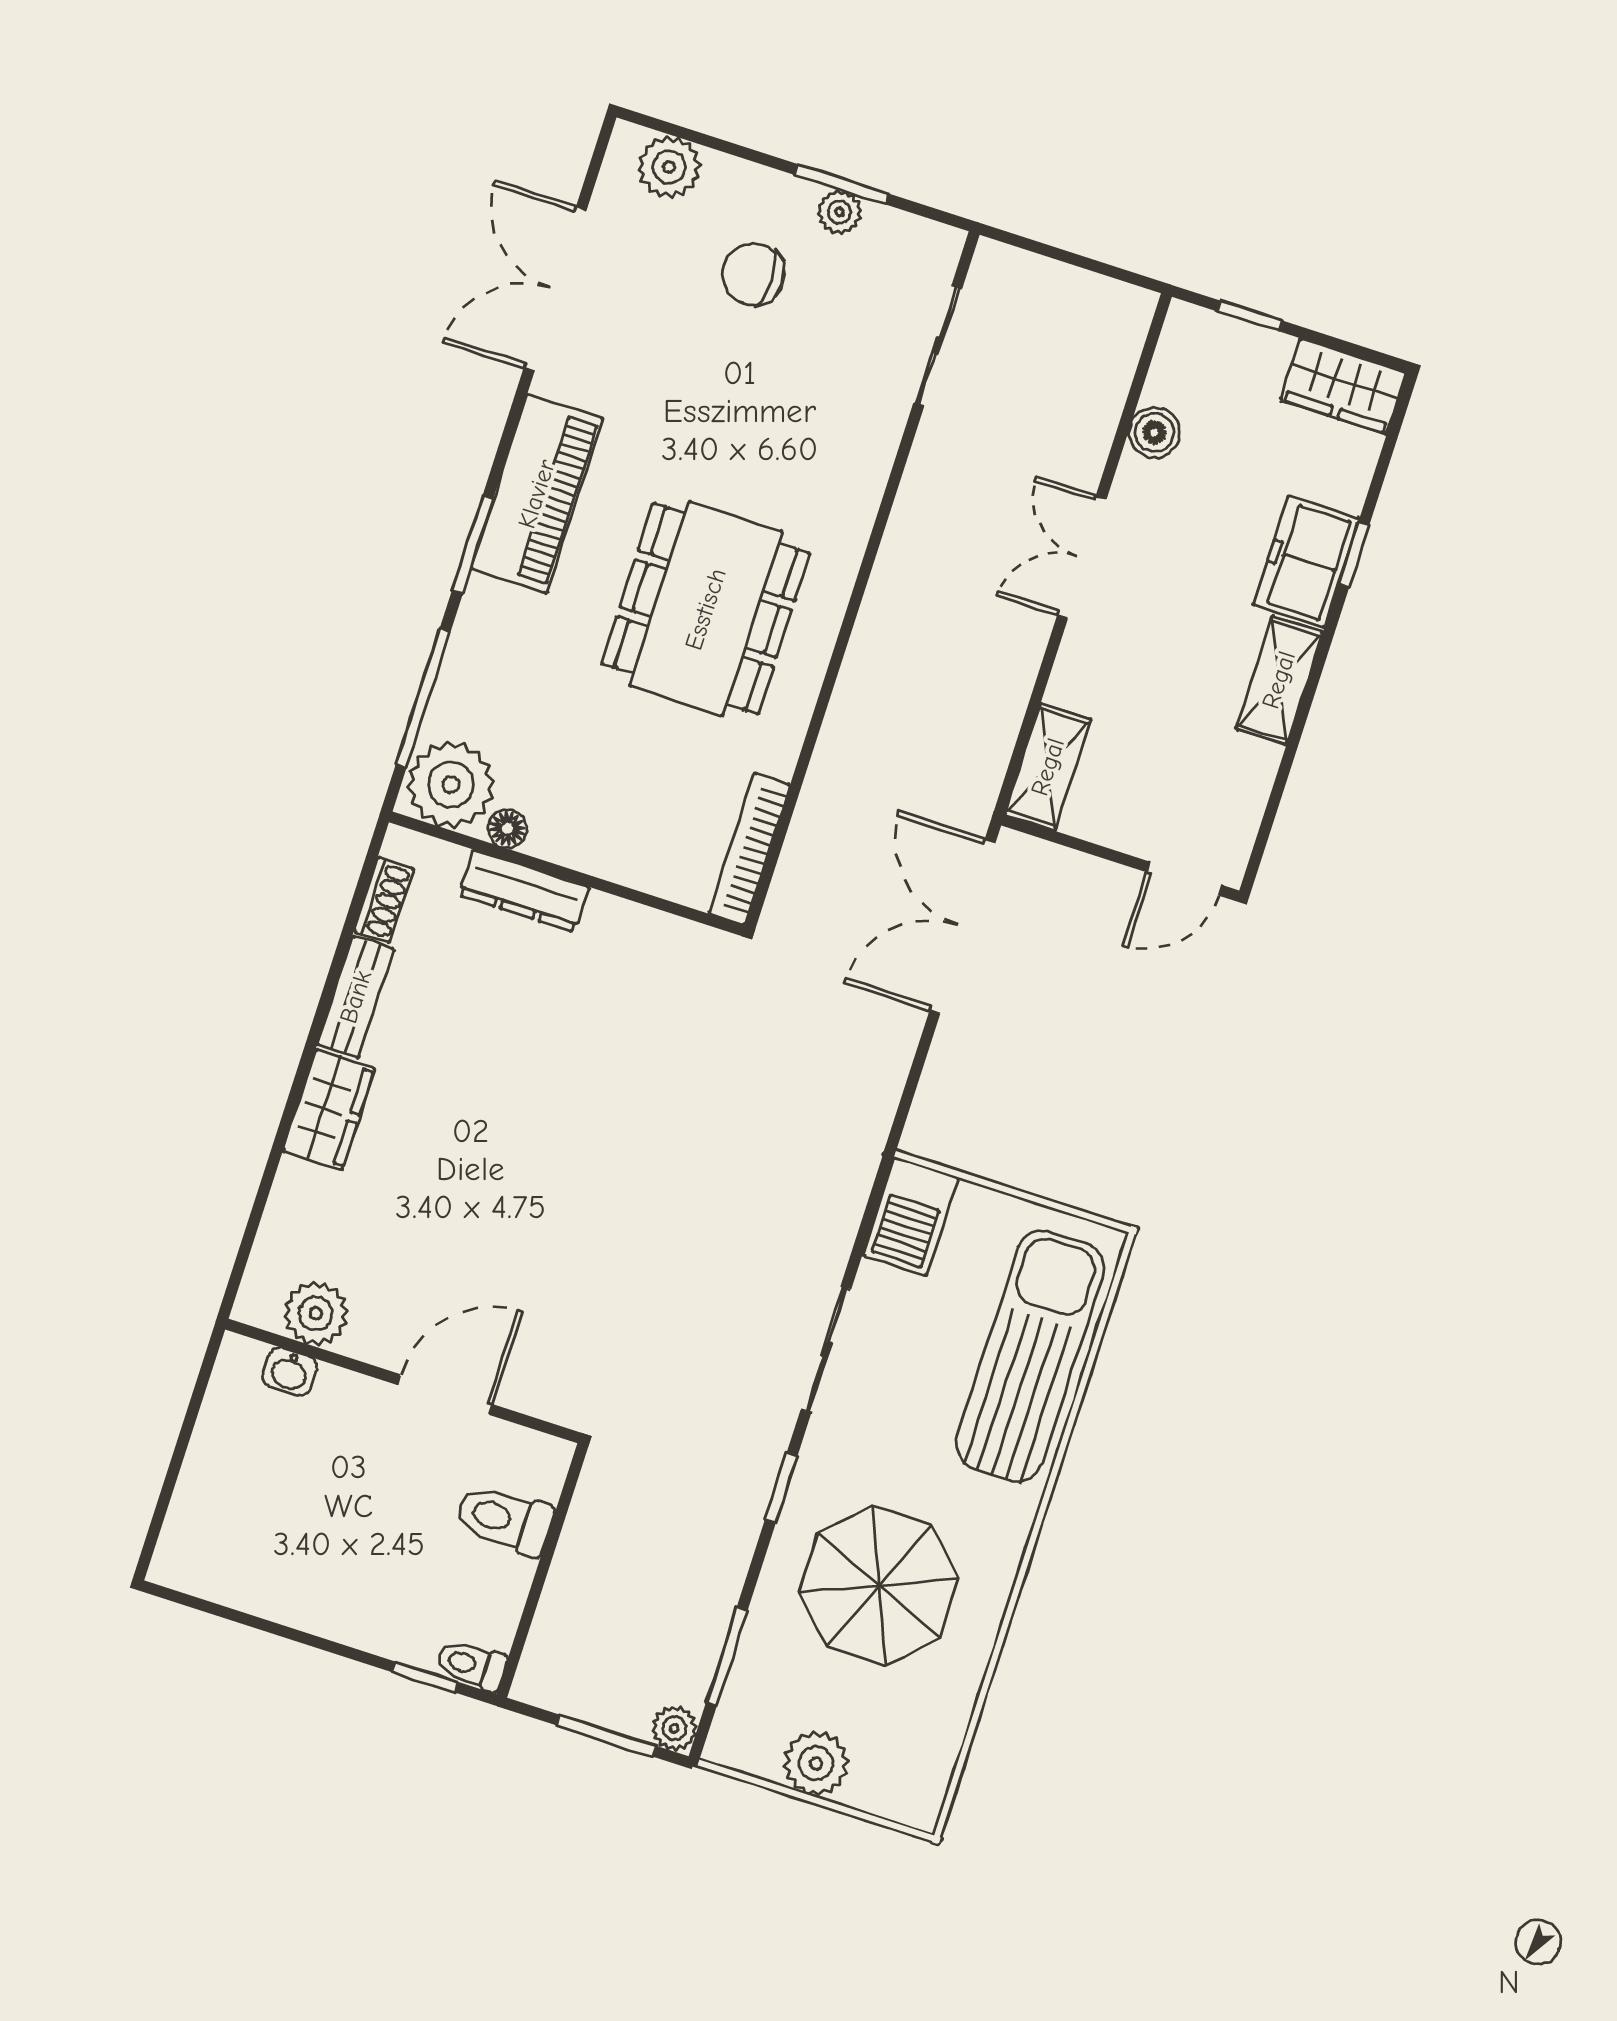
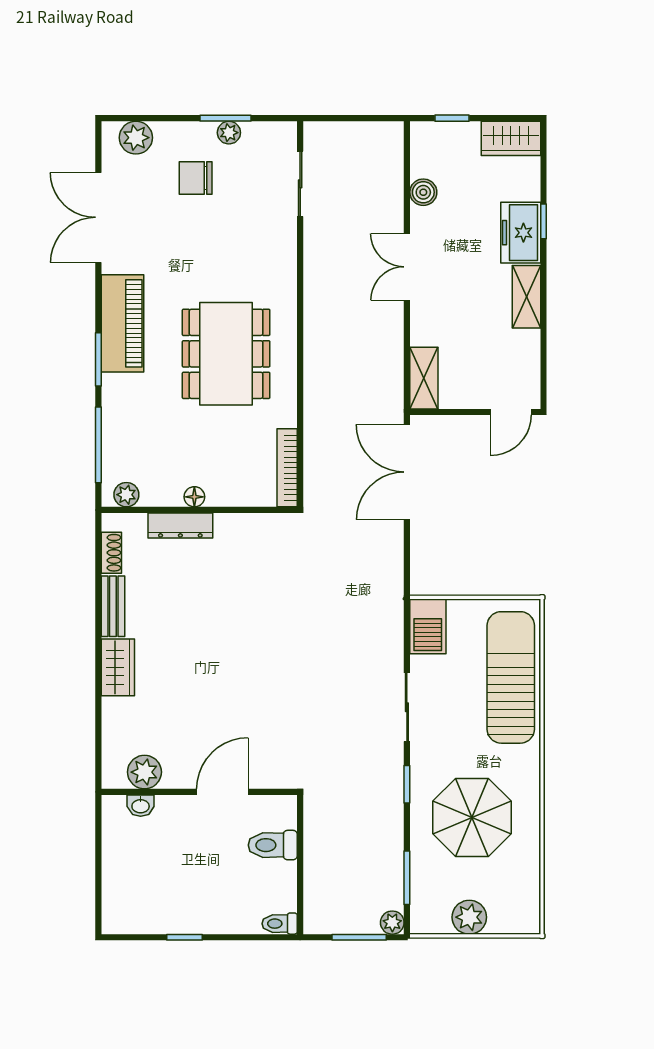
plant: (451, 785) -> (126, 495), width x0.53, depth x0.53
floor lamp: (508, 828) -> (194, 497), moved
window: (425, 1677) -> (184, 937), moved

